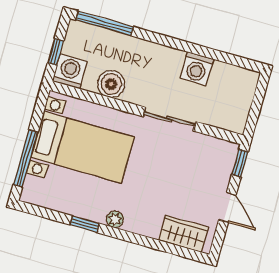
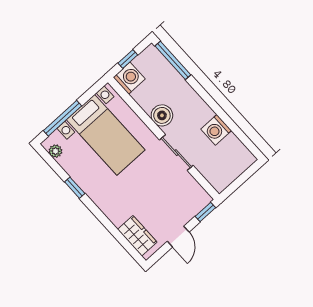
boiler: (111, 84) -> (162, 115), moved
plant: (115, 219) -> (55, 151), moved

